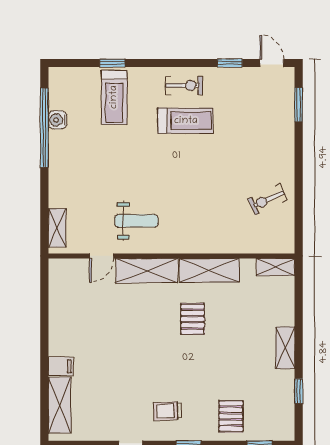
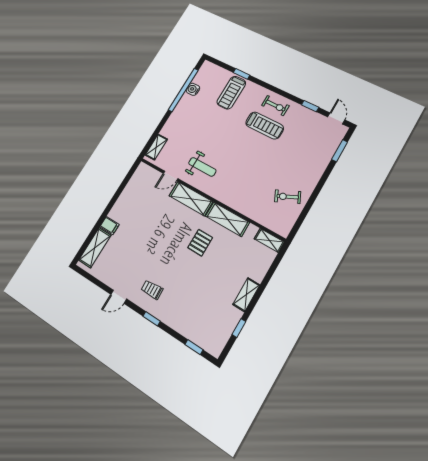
pallet: (231, 416) -> (187, 317), removed

